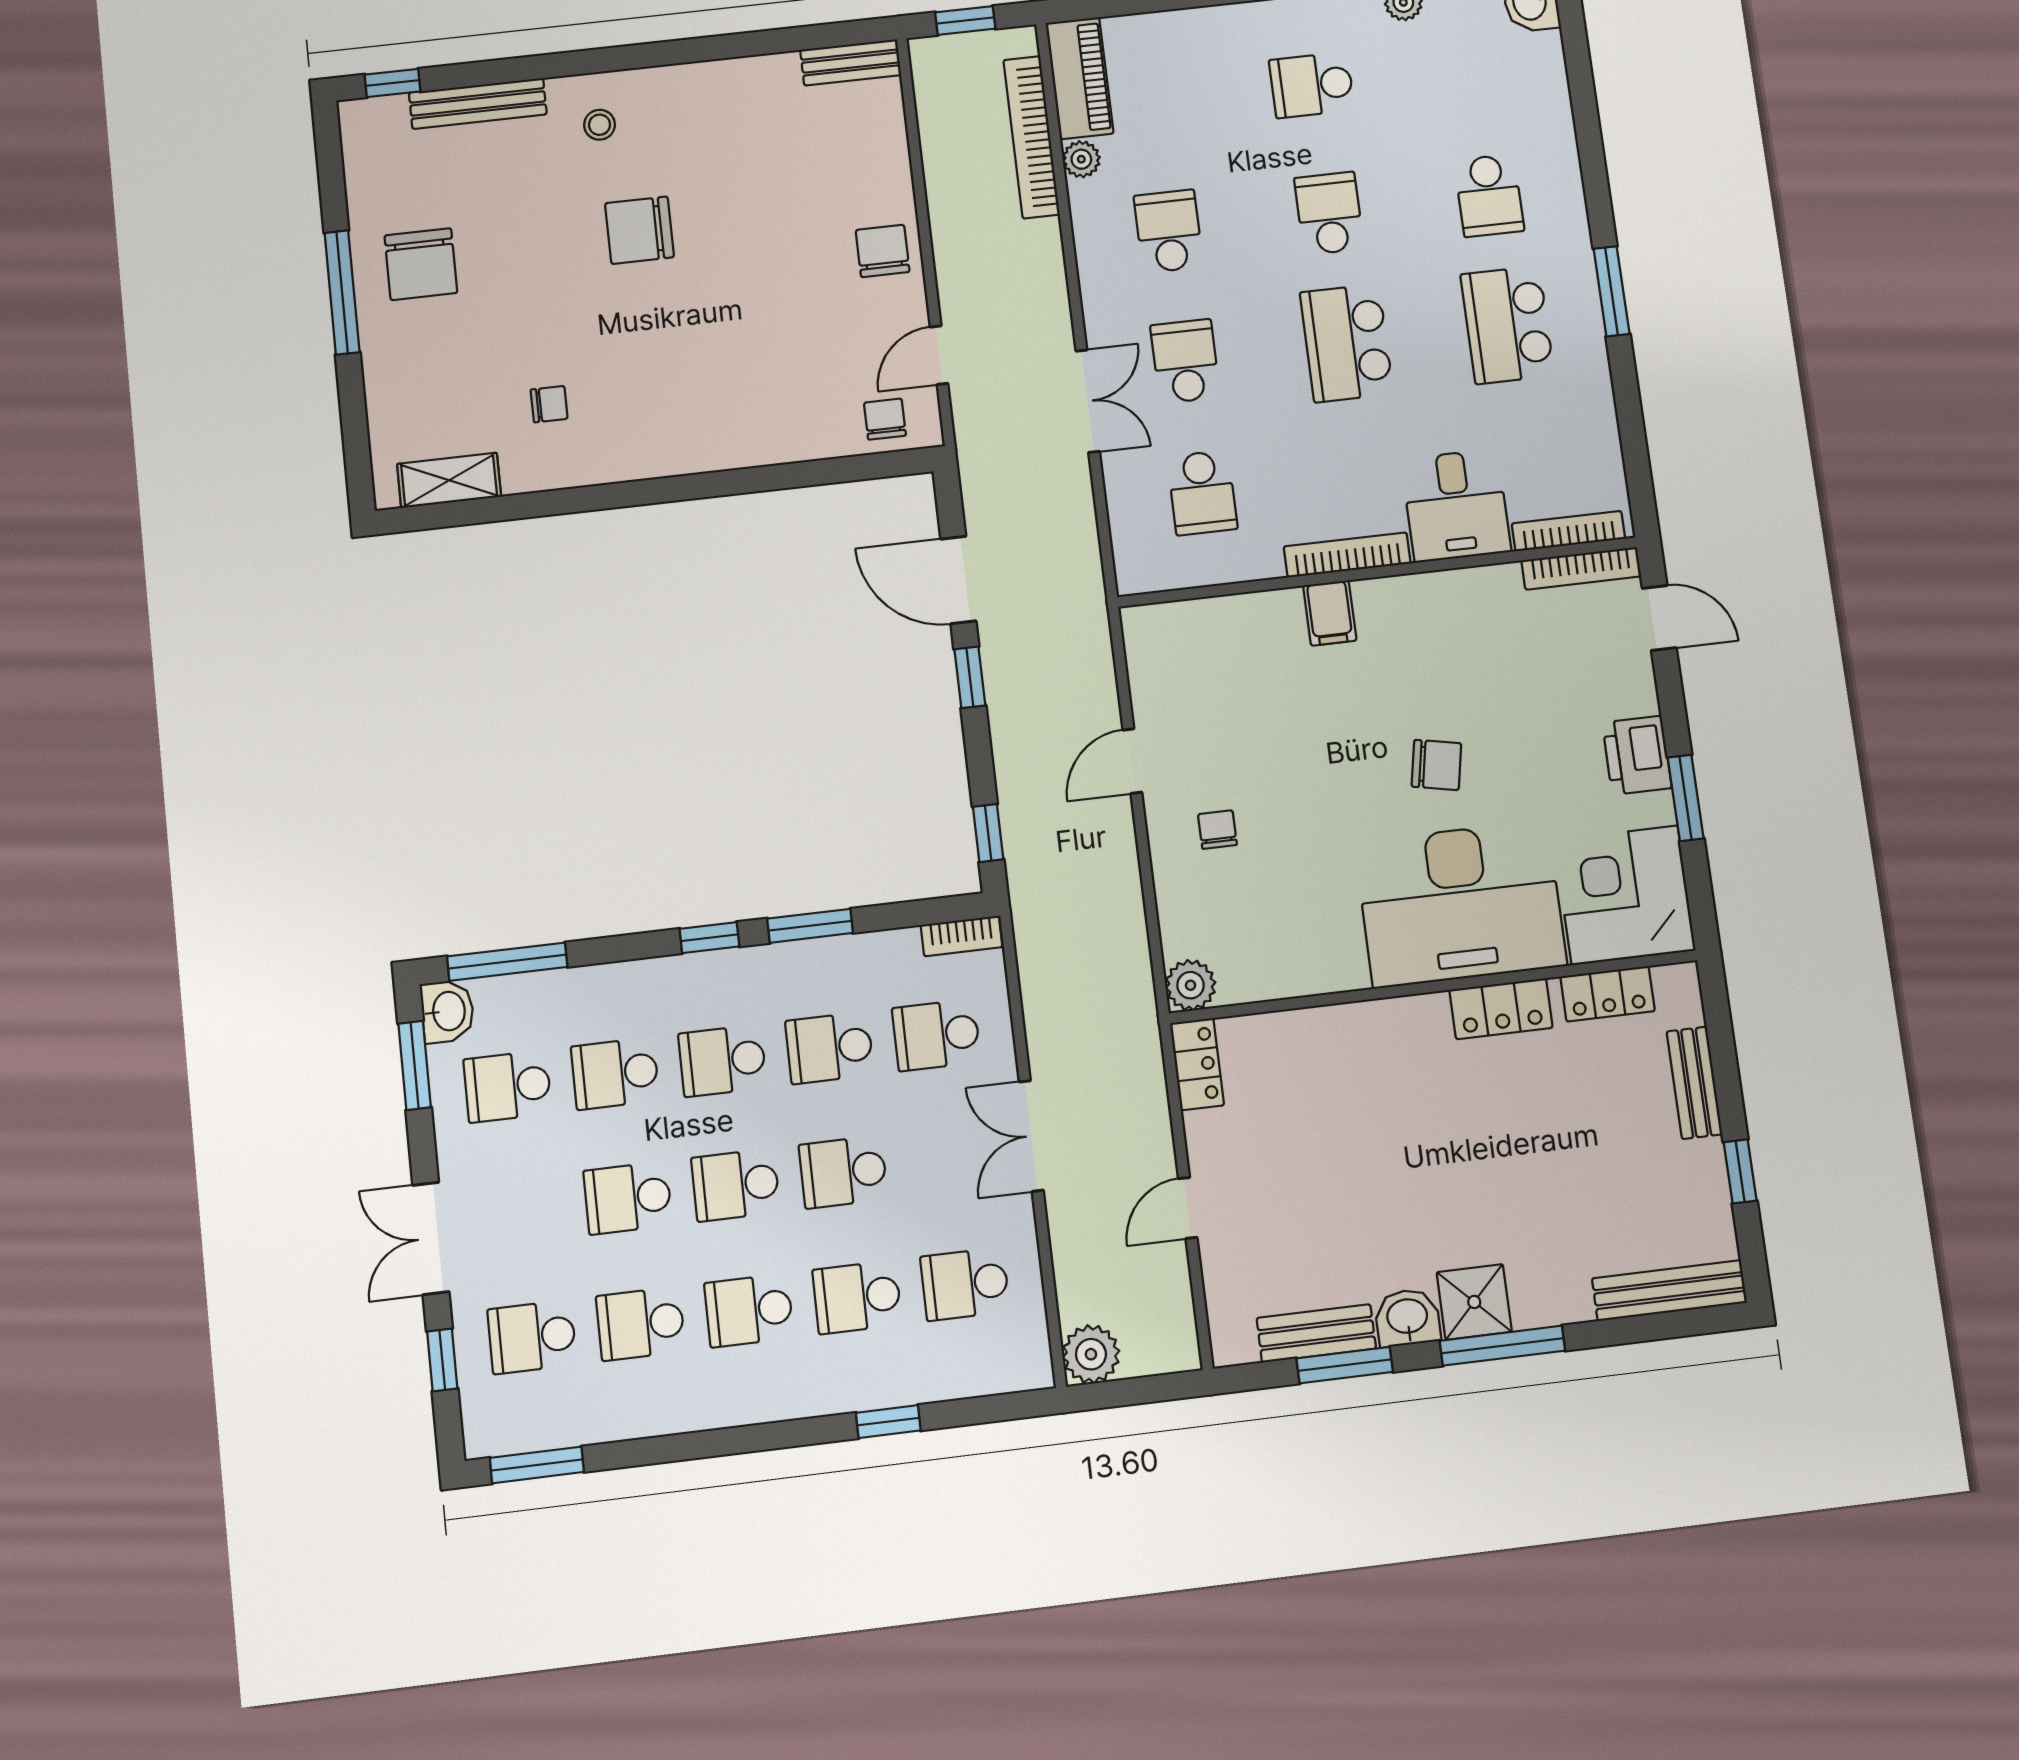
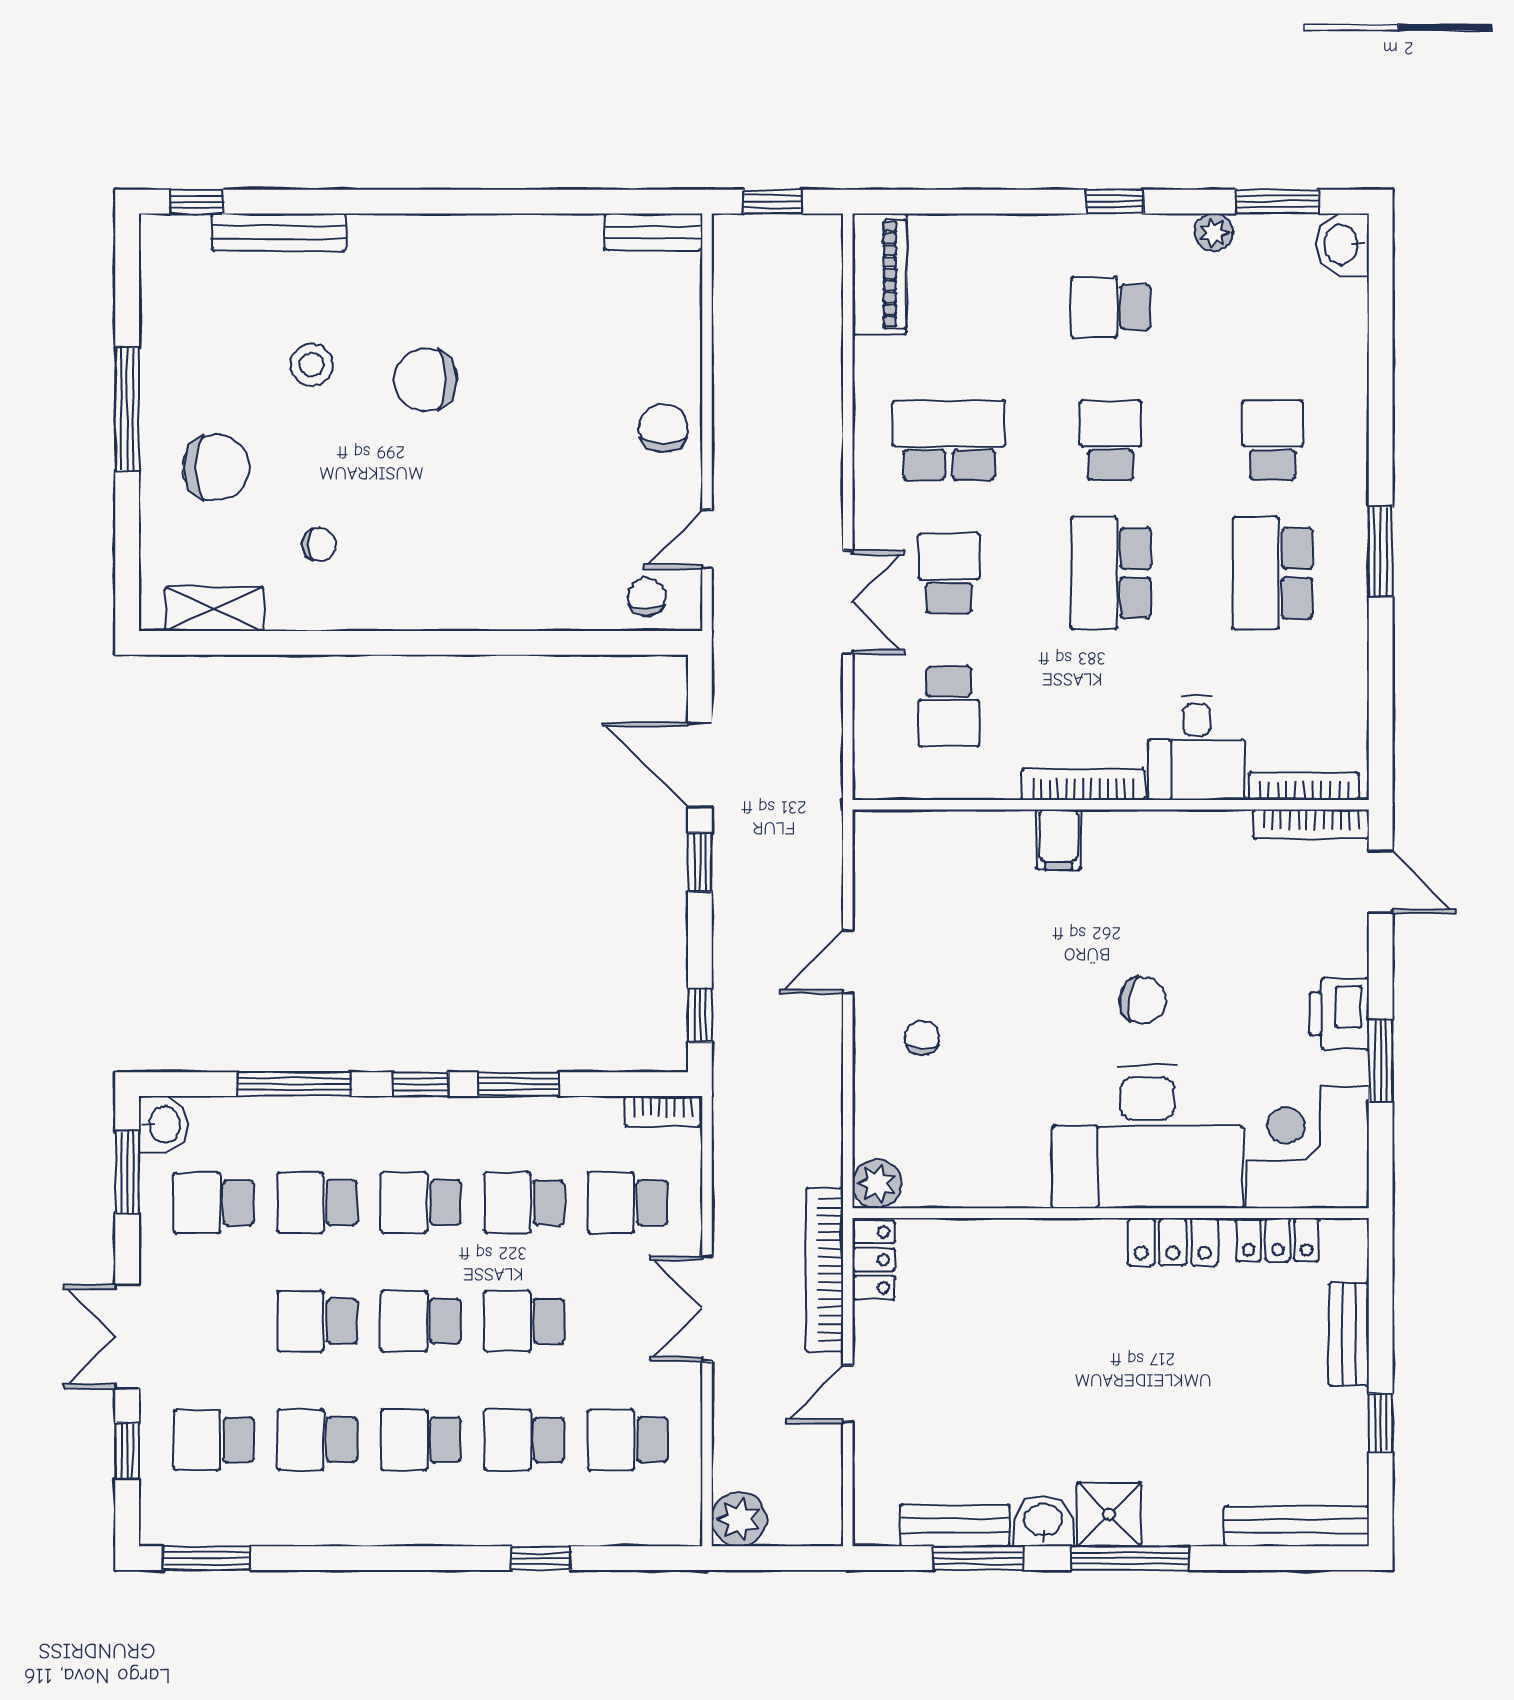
stool: (600, 125) -> (311, 365), moved, width x1.37, depth x1.37
bookcase: (1031, 137) -> (824, 1270), moved
plant: (1081, 159) -> (871, 357), removed
school desk: (1489, 196) -> (1272, 440), turned 180
school desk: (1169, 231) -> (949, 440), width x1.85
chair: (421, 264) -> (216, 467), moved, turned -90
window: (507, 962) -> (294, 1084), moved

